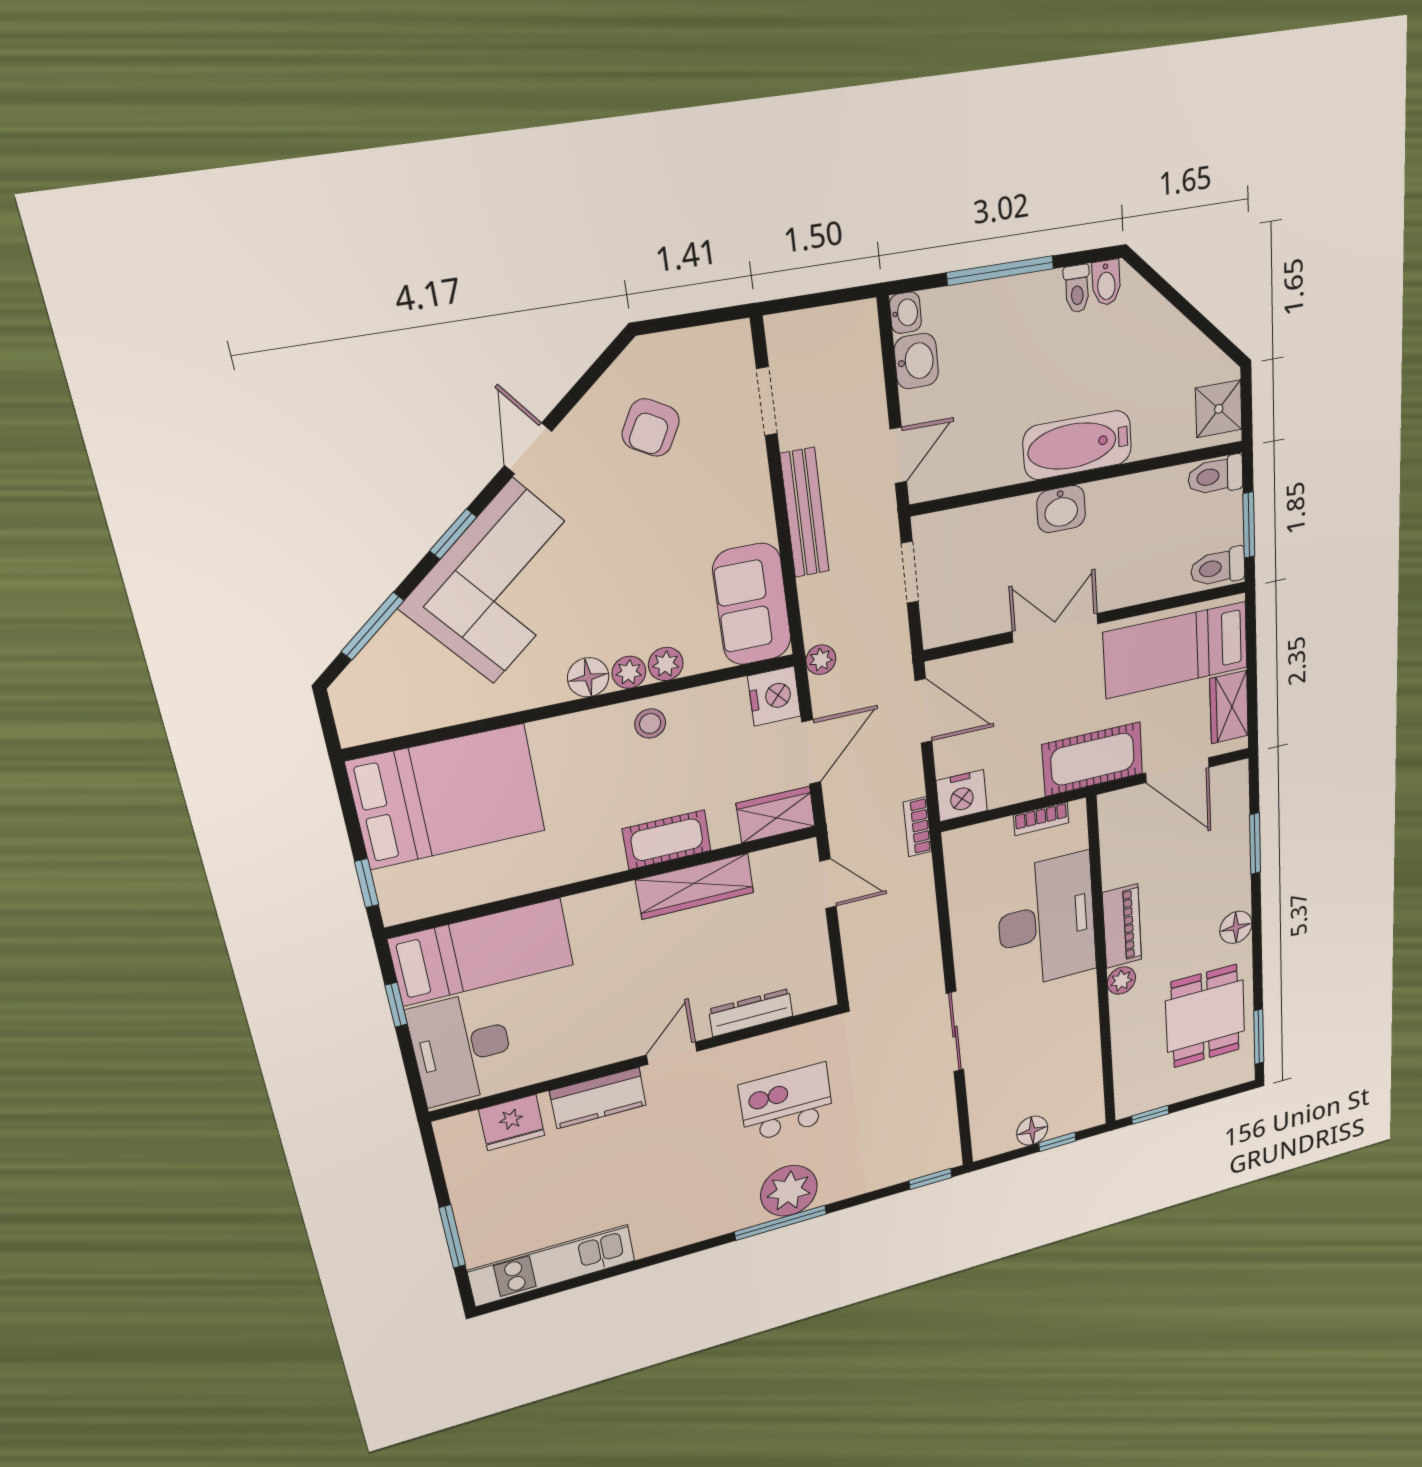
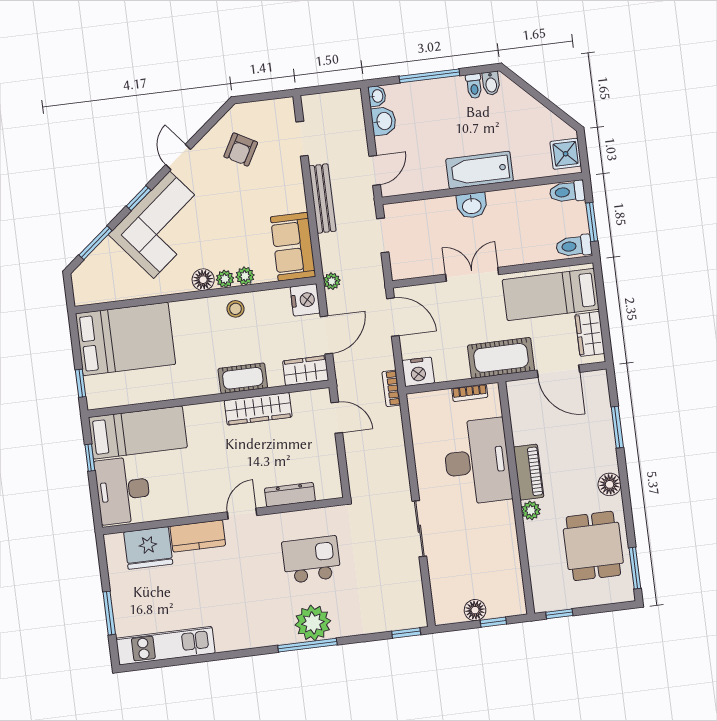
fridge: (512, 1123) -> (148, 548), width x1.36, depth x1.34

